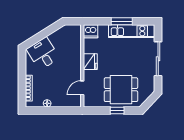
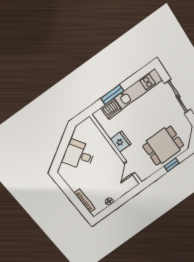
window: (122, 21) -> (112, 95), moved
dishwasher: (91, 31) -> (111, 109), moved
desk: (43, 54) -> (79, 155), moved

